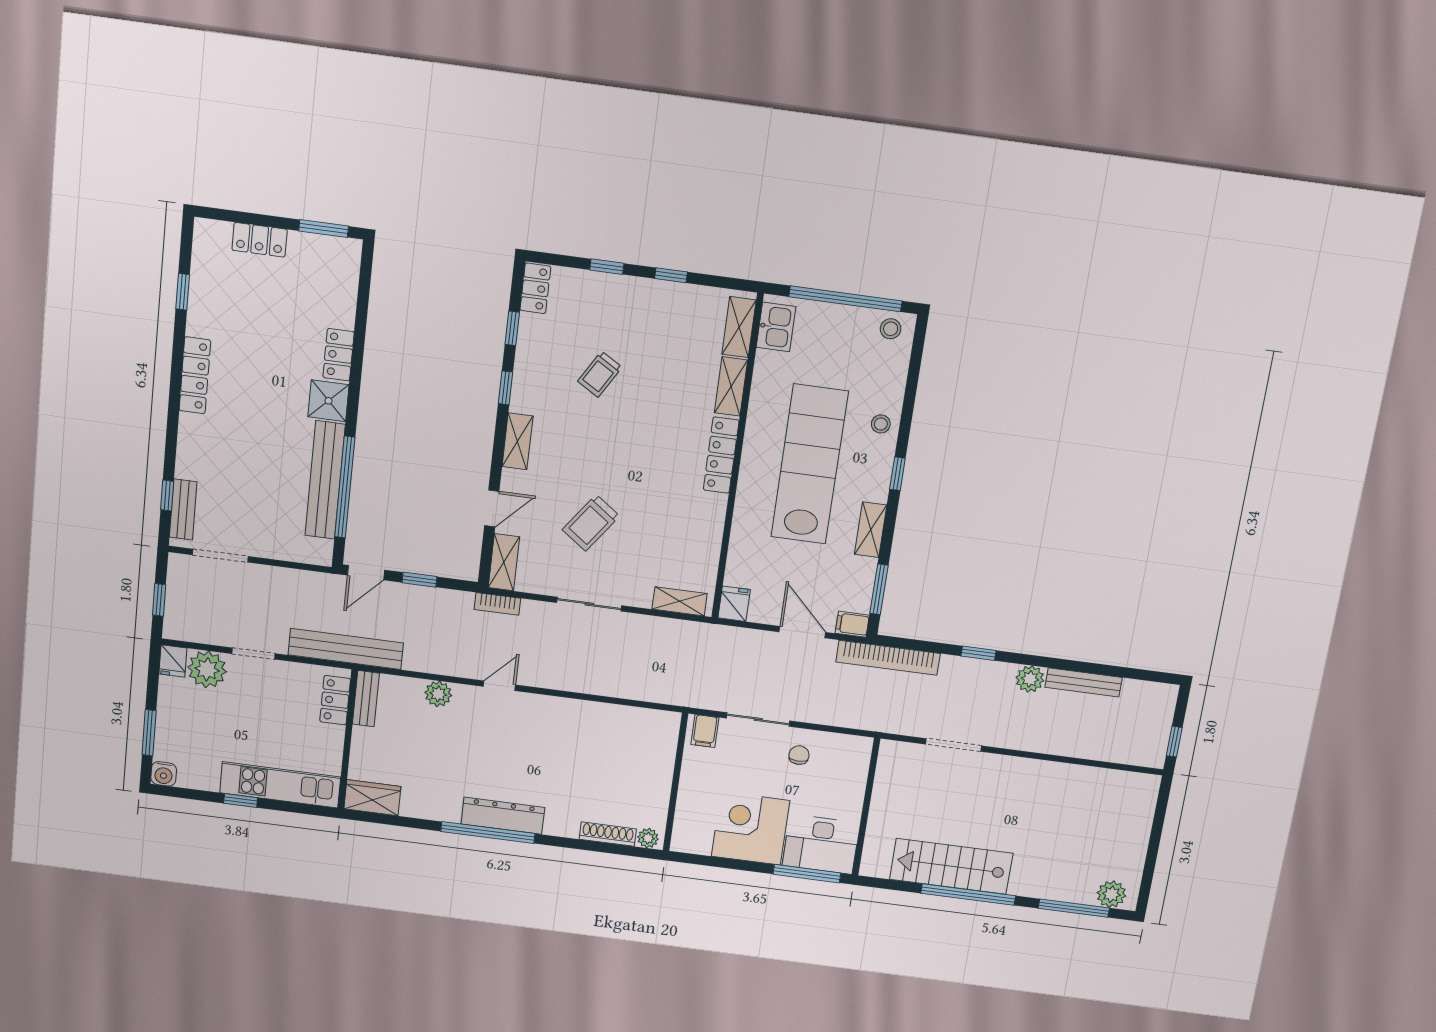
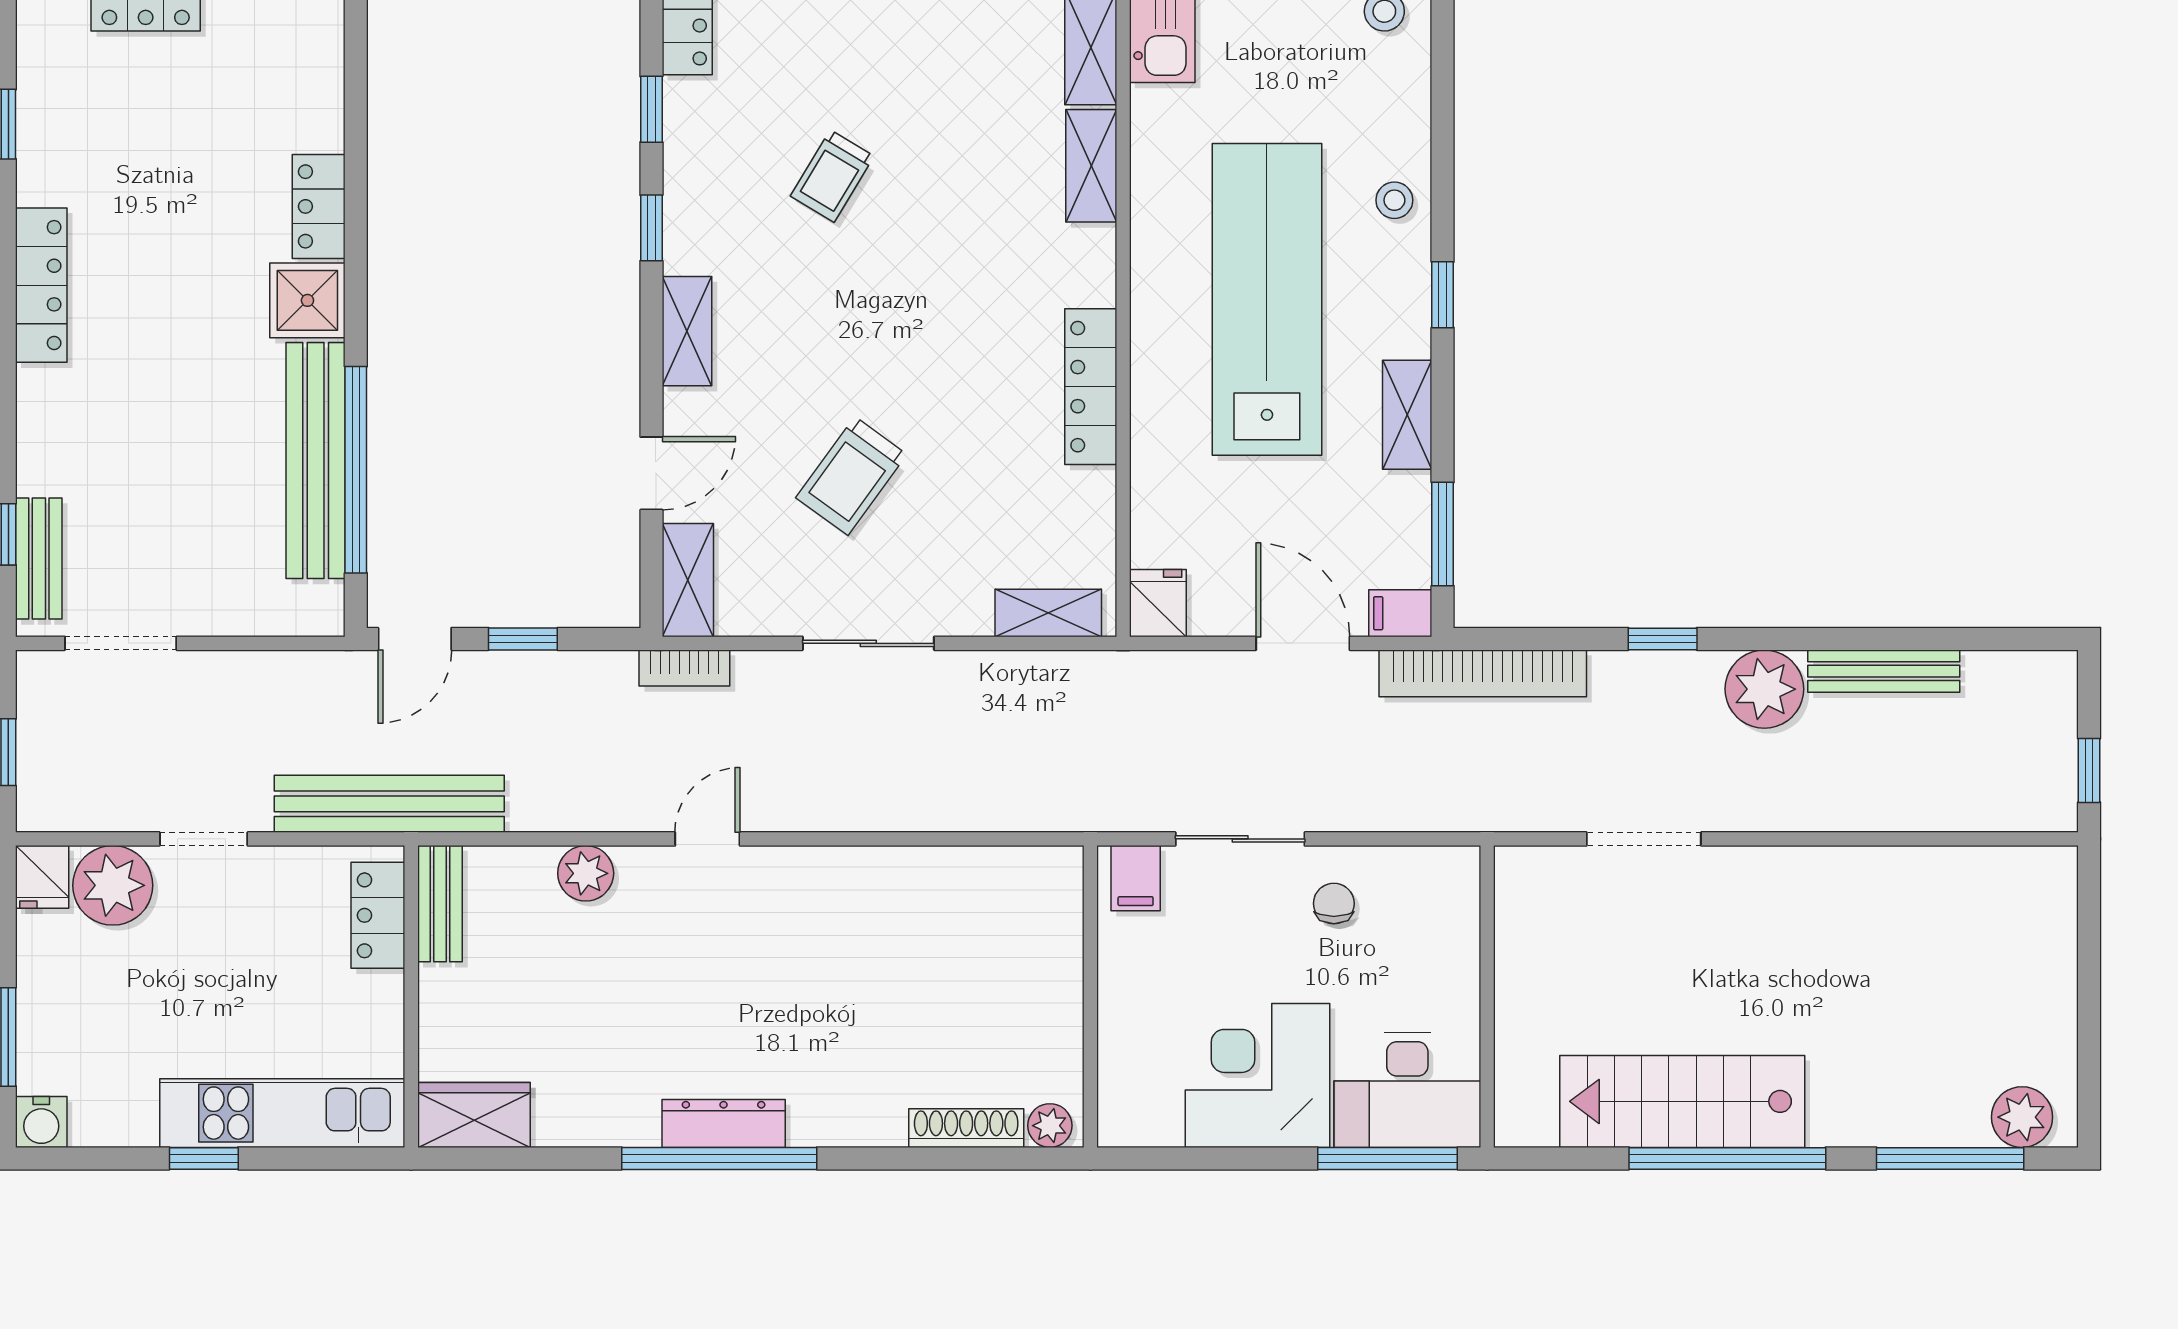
locker: (721, 455) -> (1091, 387), moved
plant: (1030, 679) -> (1764, 689), width x1.36, depth x1.36
dresser: (503, 816) -> (724, 1123), width x0.73, depth x0.80

